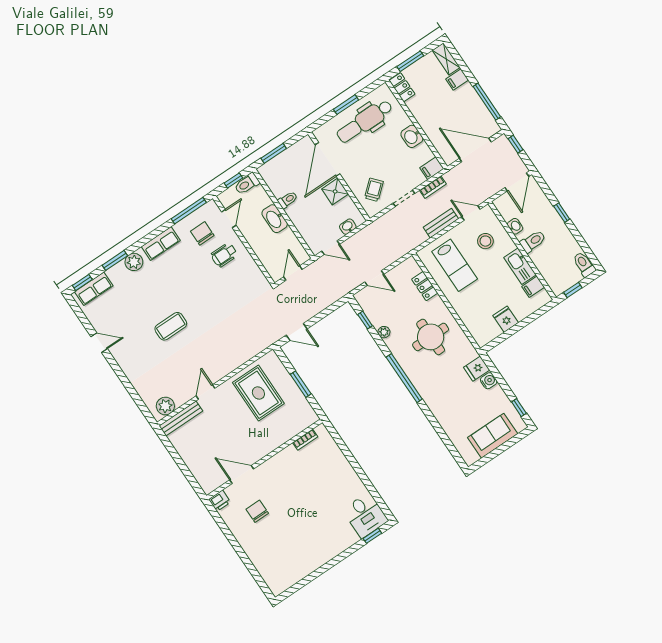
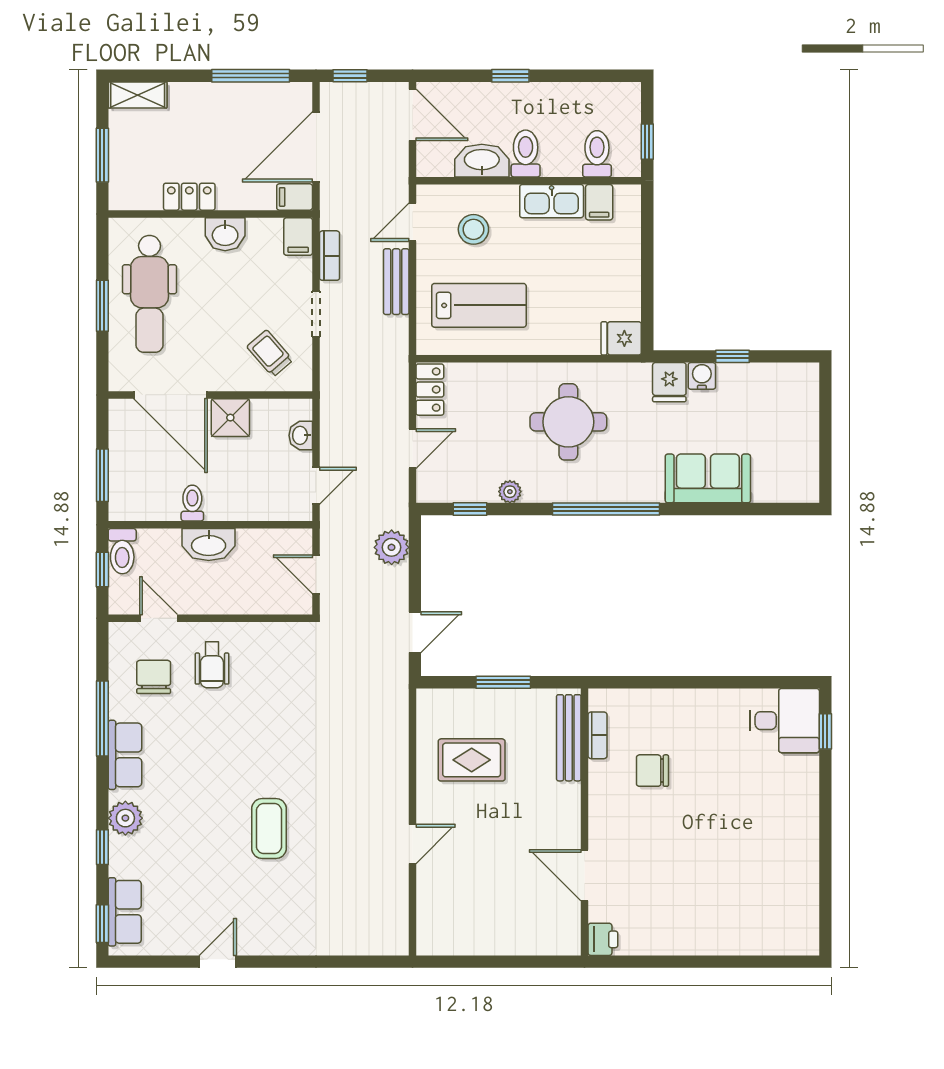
filing cabinet: (457, 79) -> (295, 197), moved, turned 90
locker: (402, 87) -> (189, 197), moved
window: (189, 211) -> (102, 719), moved
washbasin: (515, 226) -> (482, 161), width x1.91, depth x1.45
chair: (202, 233) -> (154, 677), turned 90
window: (115, 260) -> (102, 847), width x0.67
toilet: (584, 264) -> (597, 154), moved, turned 90
locker: (425, 286) -> (430, 390), moved, turned -90
fridge: (506, 319) -> (621, 338), moved
door: (205, 392) -> (412, 844), swing flipped
rug: (258, 393) -> (472, 760), width x0.73, depth x0.70
plant: (165, 406) -> (392, 547), moved
window: (519, 408) -> (733, 356), moved
bench: (181, 418) -> (569, 738), moved
sofa: (493, 436) -> (708, 478), moved, turned 90
door: (242, 474) -> (584, 875), hinge flipped
chair: (257, 511) -> (652, 771), moved

